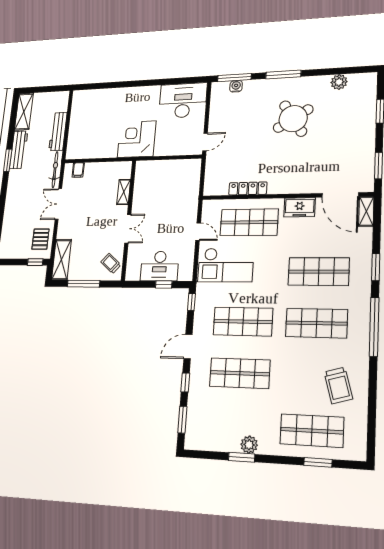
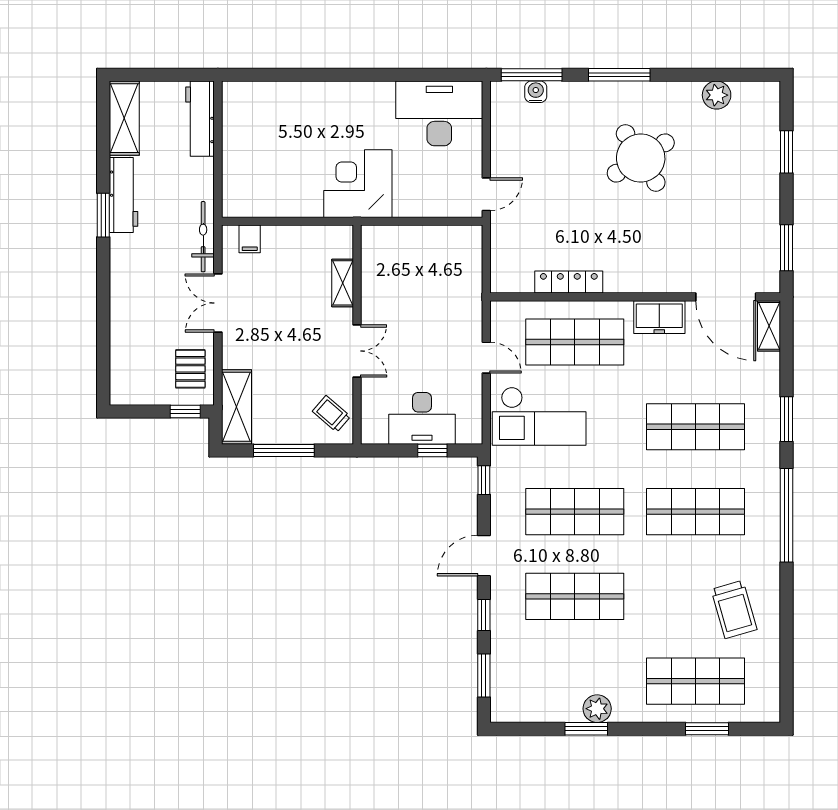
workbench: (58, 131) -> (200, 119), moved

